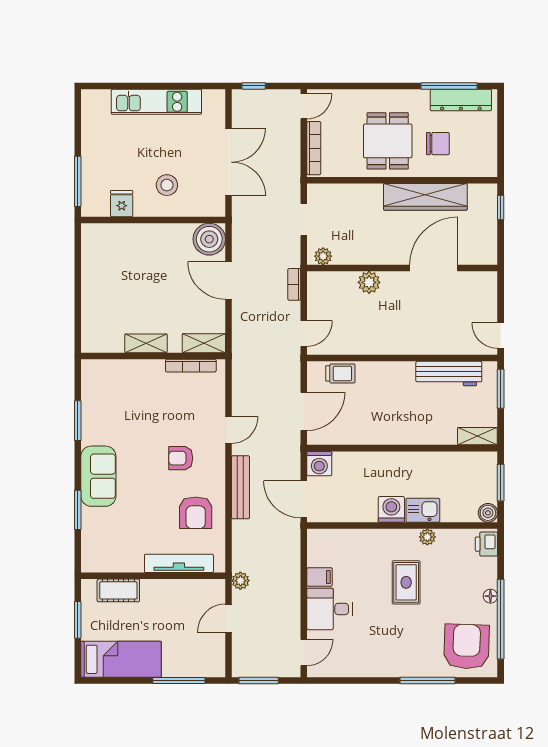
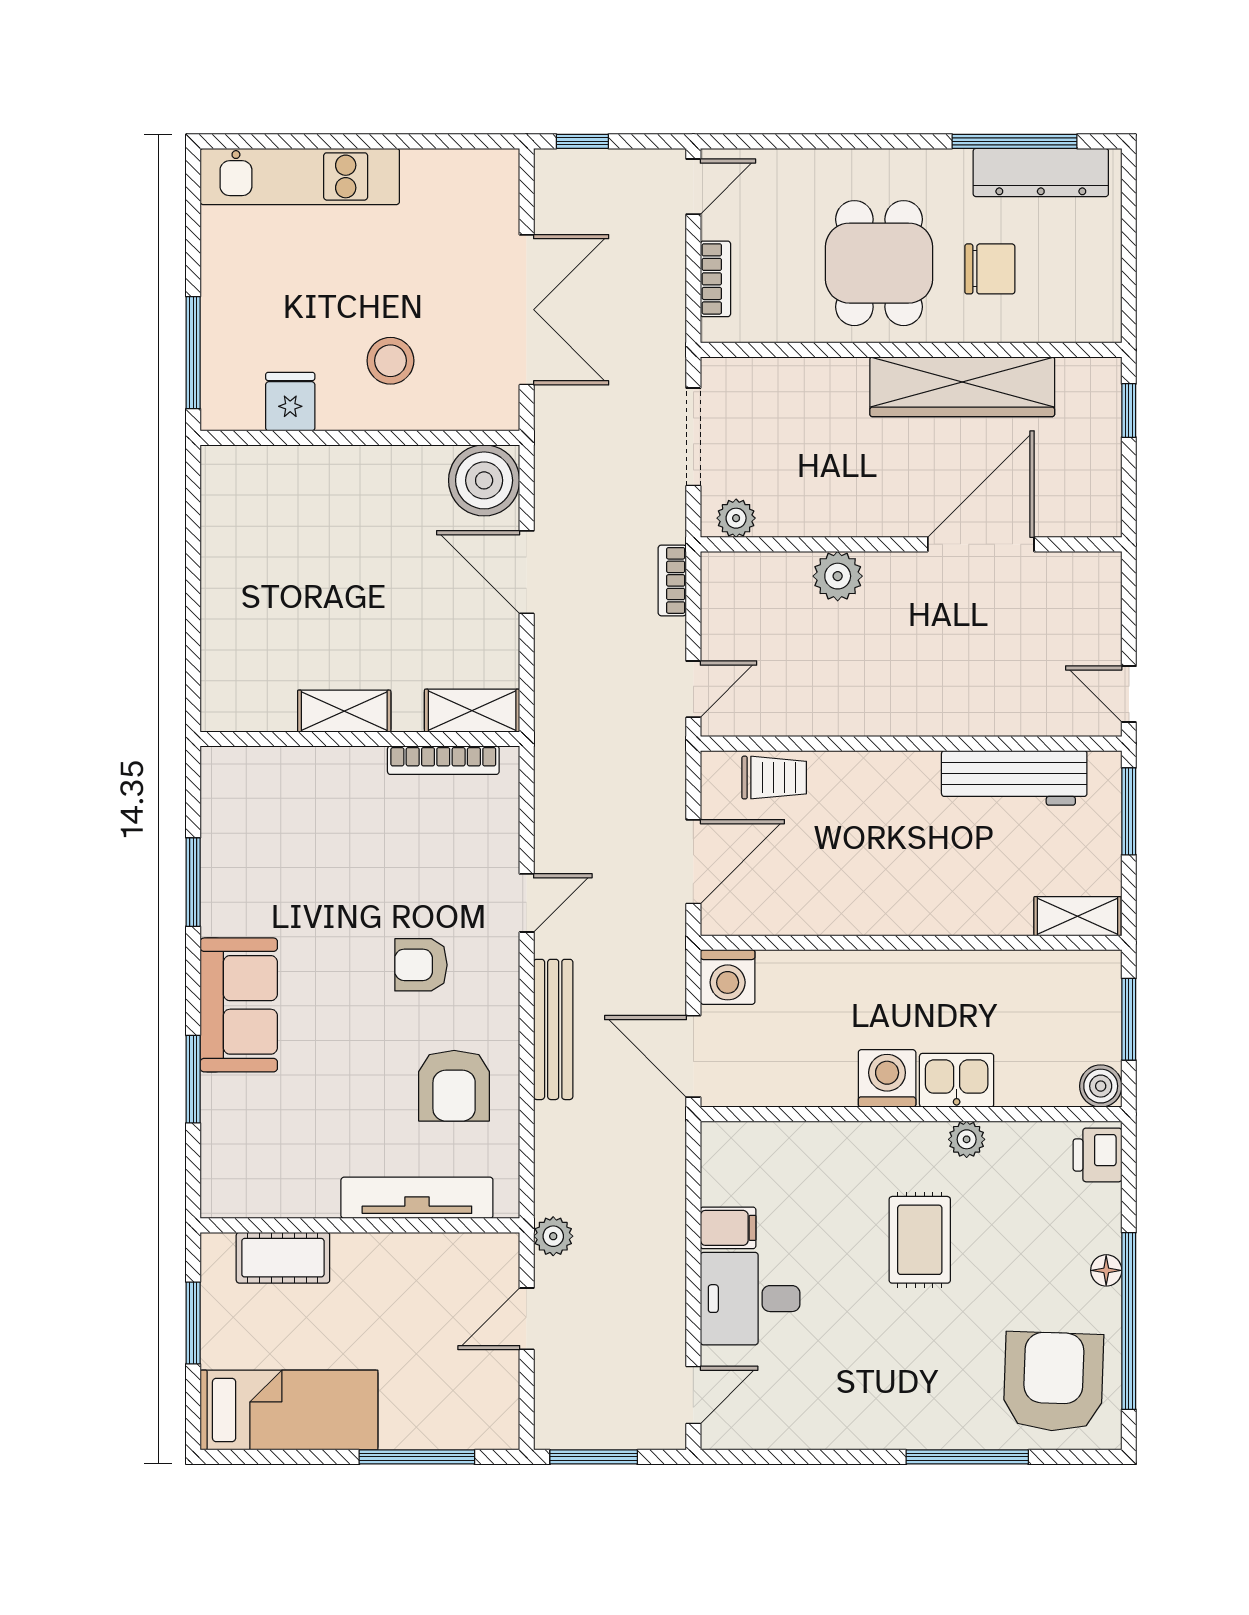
kitchen unit: (156, 102) -> (300, 176), moved
bookcase: (314, 148) -> (715, 279), width x0.64
doorway: (304, 219) -> (693, 437), width x1.38

